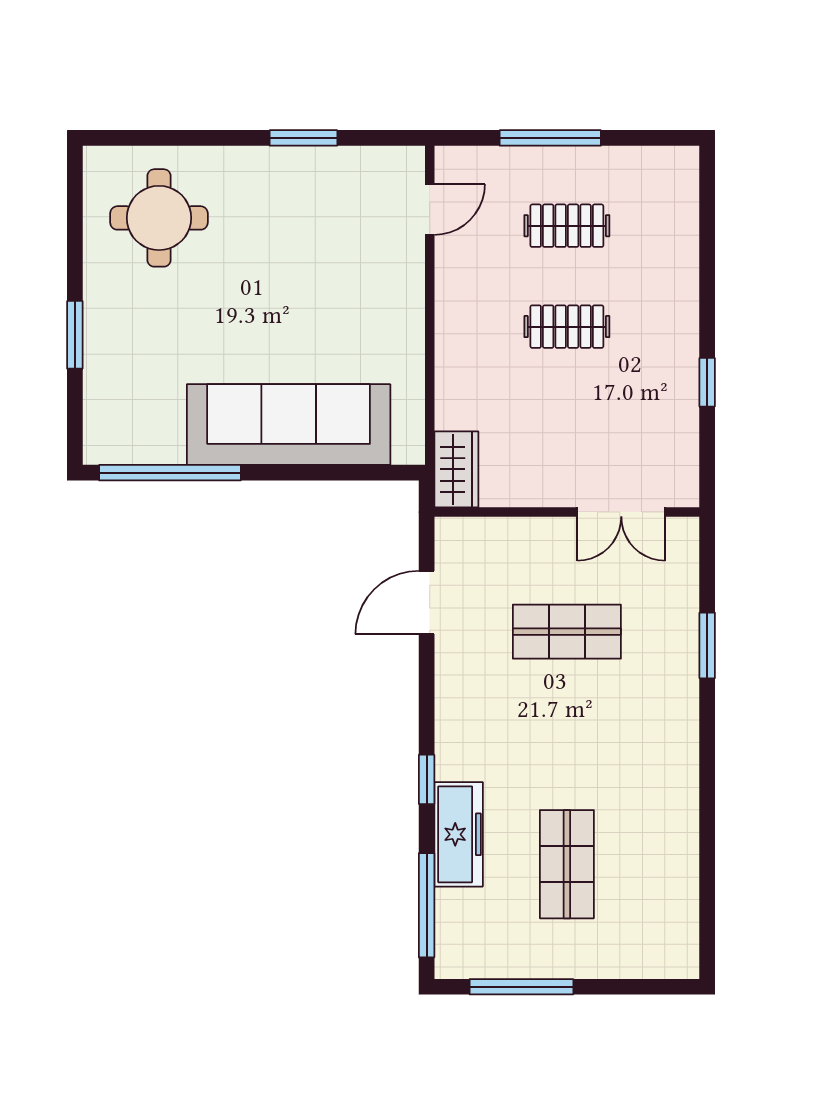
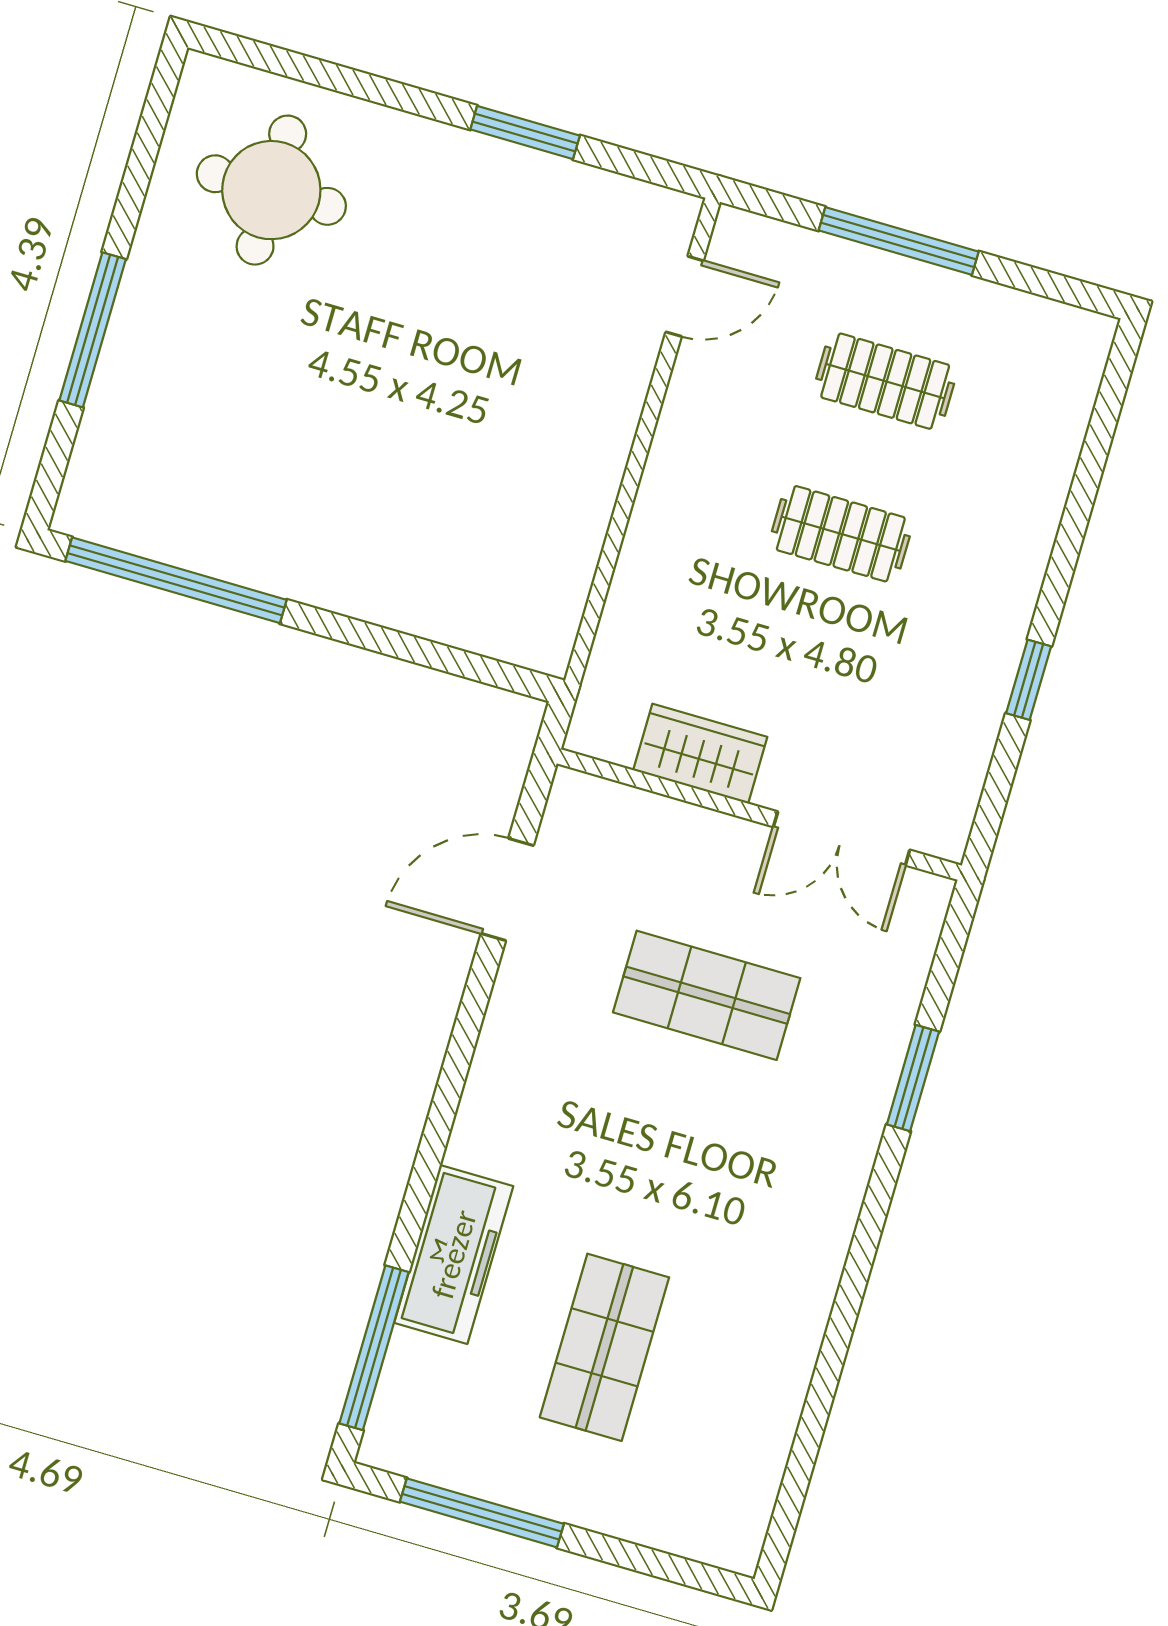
window: (75, 335) -> (93, 330), width x1.44
sofa: (289, 425) -> (377, 560), removed
wardrobe: (456, 469) -> (700, 754), moved, turned -90
window: (427, 779) -> (429, 1157), removed

